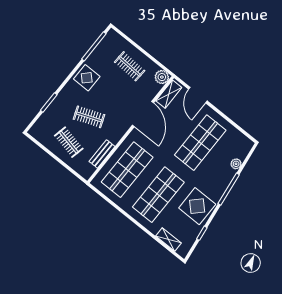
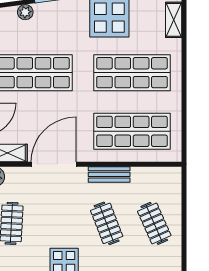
clothes rail: (69, 142) -> (154, 223), turned -36
bench: (102, 154) -> (109, 174), moved

